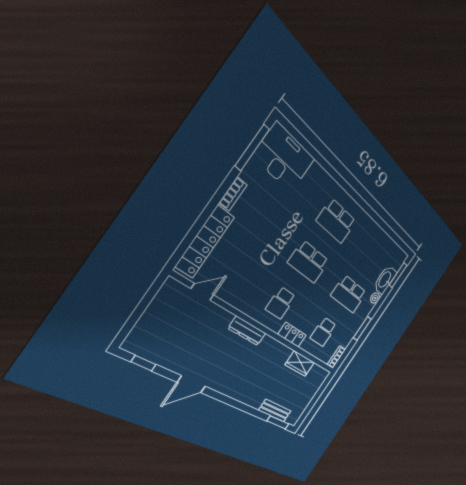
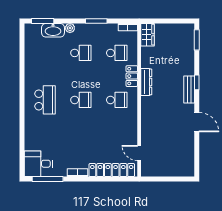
desk: (284, 158) -> (38, 164), width x0.73
school desk: (309, 262) -> (81, 100), width x0.54
school desk: (349, 294) -> (81, 53), width x0.54
dresser: (247, 331) -> (146, 82), moved
window: (144, 363) -> (197, 82), moved
wardrobe: (300, 364) -> (147, 35), moved
bench: (275, 411) -> (189, 89), moved

